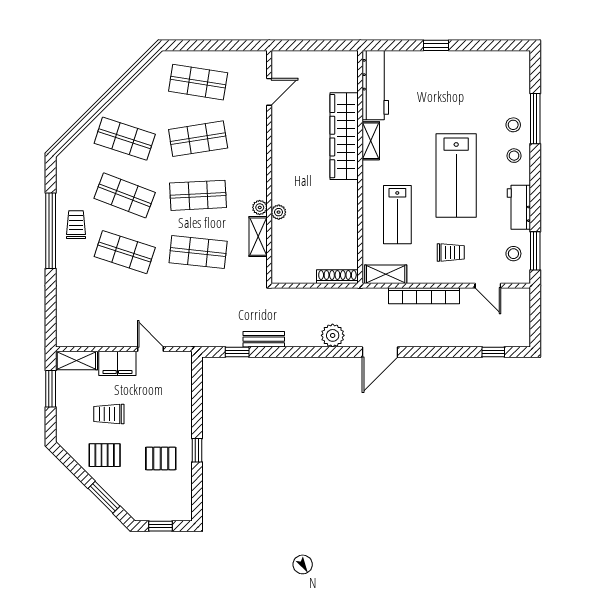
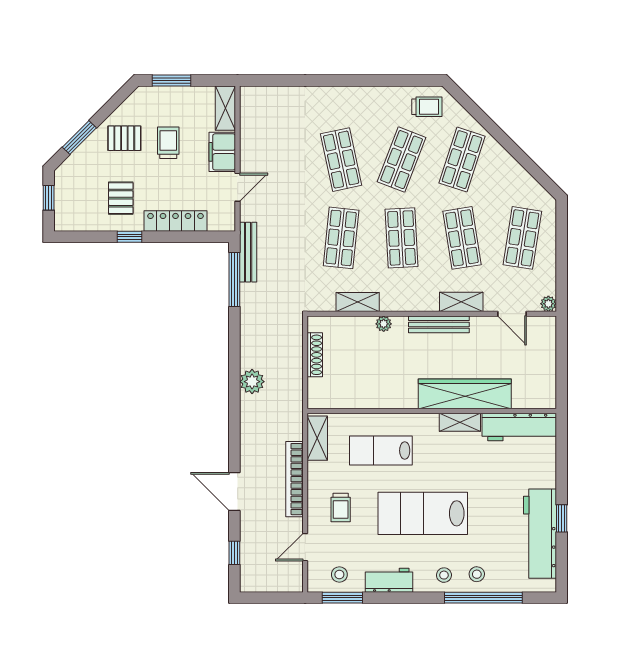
window: (436, 45) -> (562, 518), moved
workbench: (475, 66) -> (540, 534), added
window: (535, 119) -> (483, 598), width x1.46
shelving: (258, 139) -> (461, 302), added
bench: (279, 160) -> (439, 324), added
plant: (260, 207) -> (548, 304), moved
trolley: (76, 225) -> (427, 107), moved
window: (51, 231) -> (364, 81), removed
shop shelf: (125, 252) -> (341, 160), turned -30
shoe rack: (337, 277) -> (315, 355), moved
bench: (264, 339) -> (248, 252), moved, width x1.36
window: (237, 352) -> (234, 280), width x2.17
door: (380, 352) -> (234, 492), moved
window: (51, 389) -> (171, 81), moved
locker: (182, 407) -> (175, 221), added
pallet: (105, 455) -> (124, 138), turned 90

